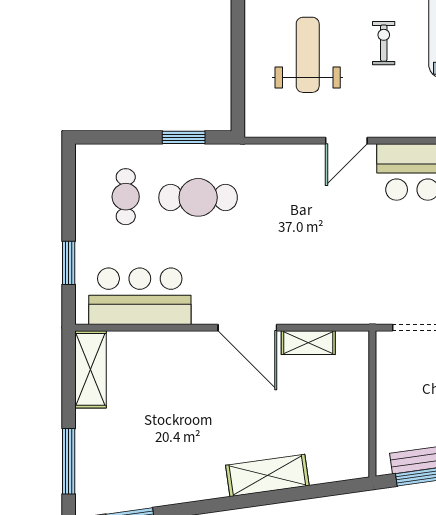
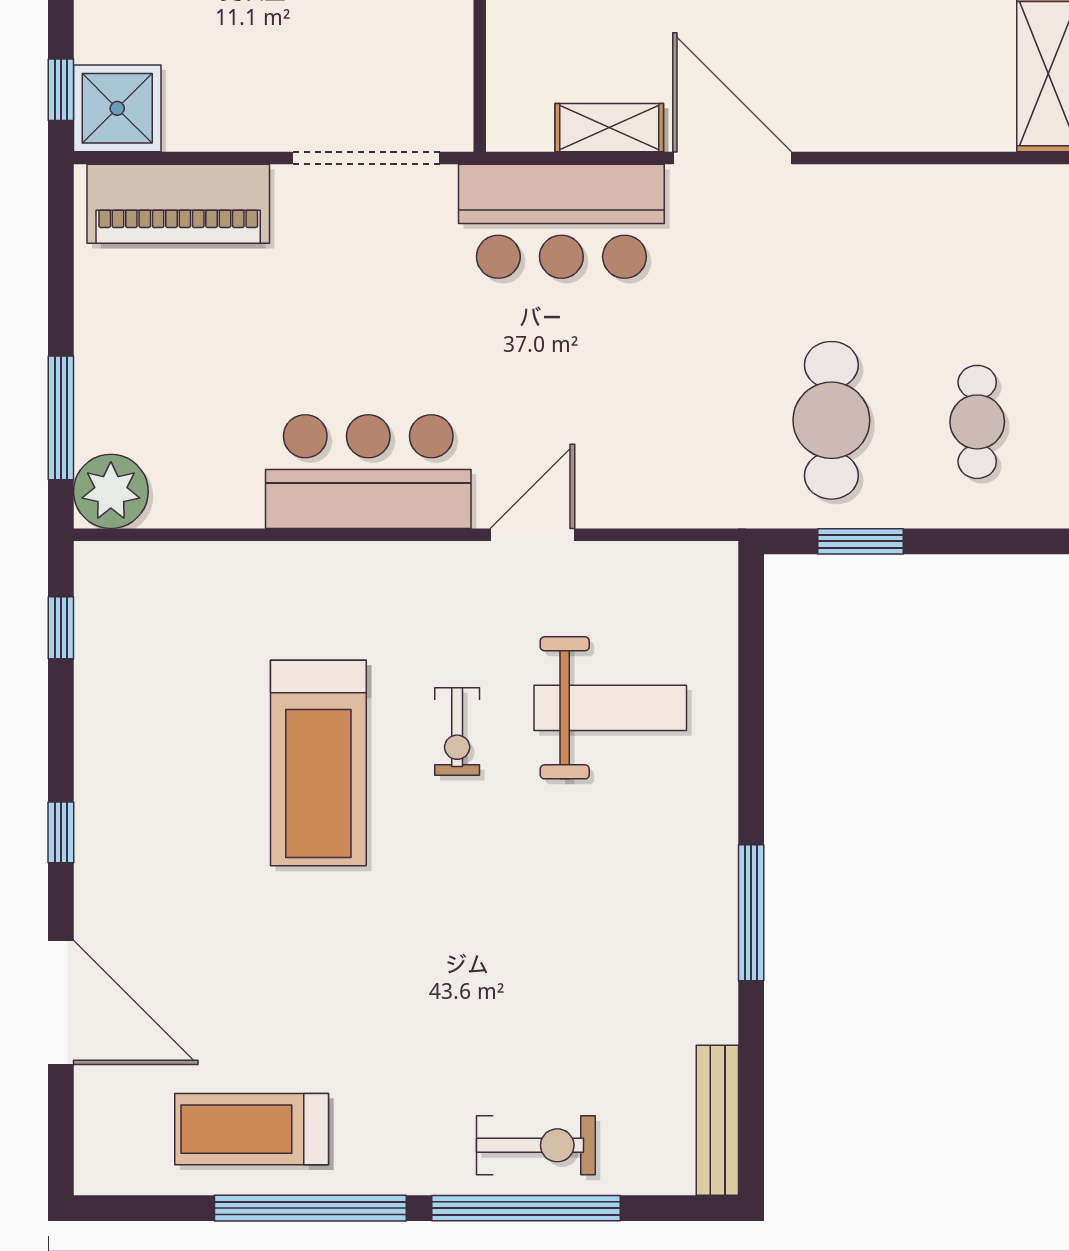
weight bench: (308, 55) -> (610, 708), turned -90
cafe table: (198, 197) -> (831, 420), turned 90
bar counter: (140, 296) -> (561, 221), moved

